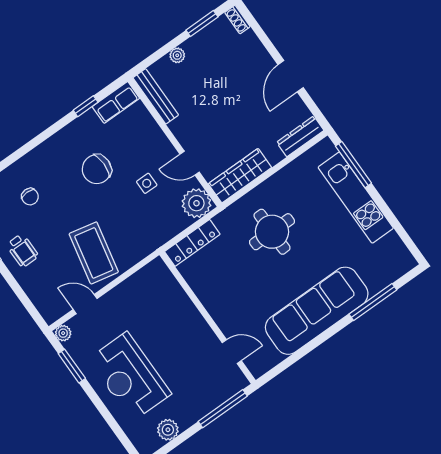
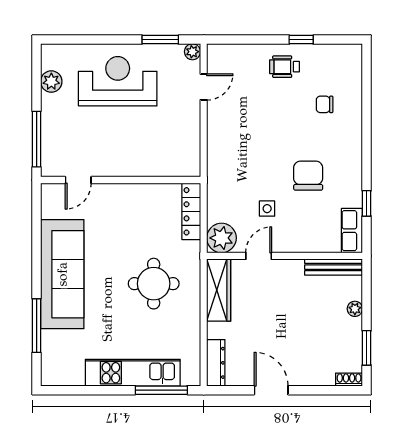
coffee table: (94, 253) -> (241, 124), removed

